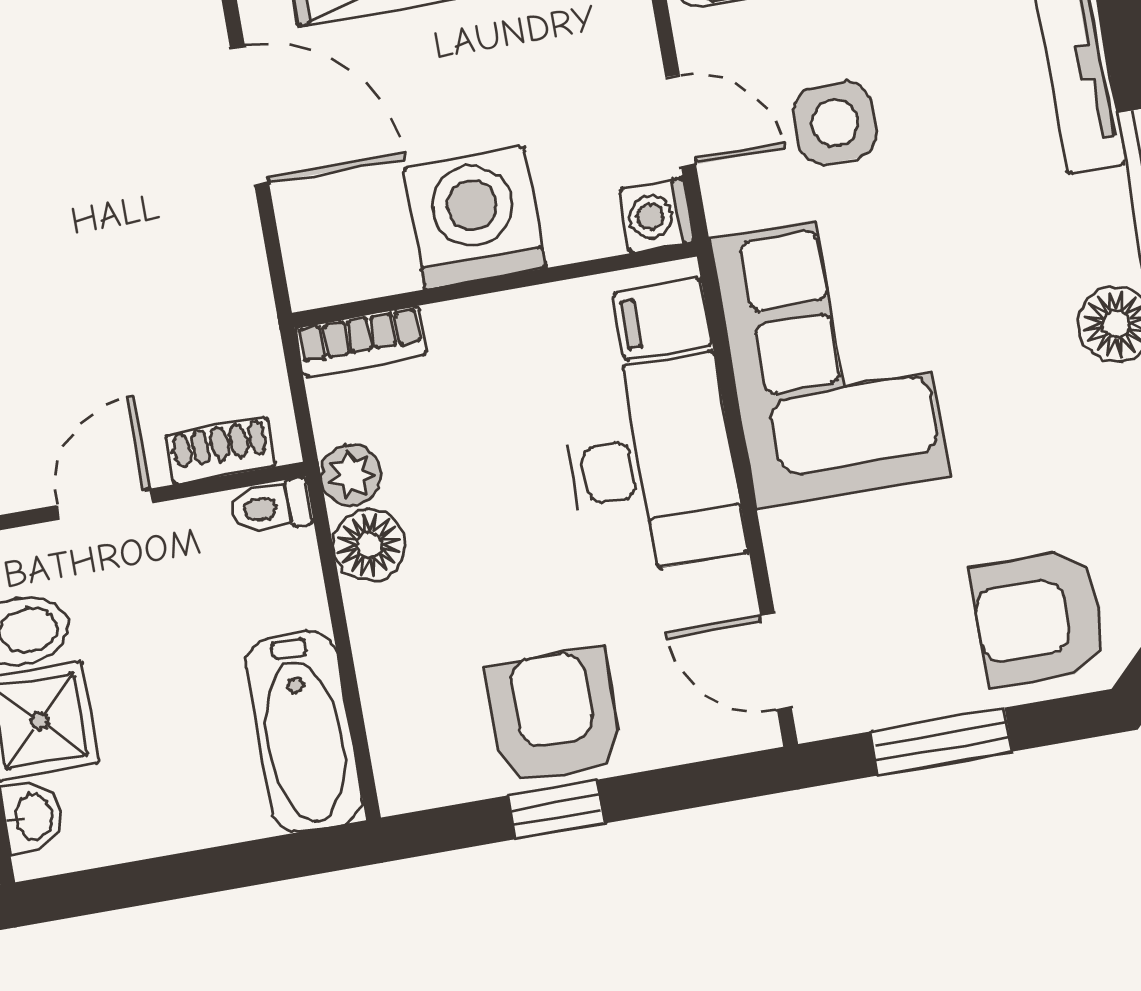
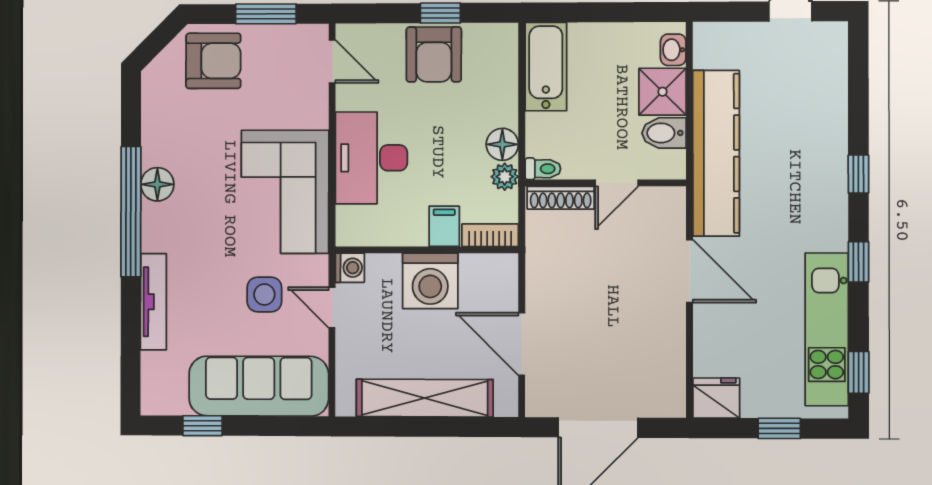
filing cabinet: (662, 319) -> (444, 226), moved, turned -90
shoe rack: (221, 451) -> (561, 198), width x1.43

